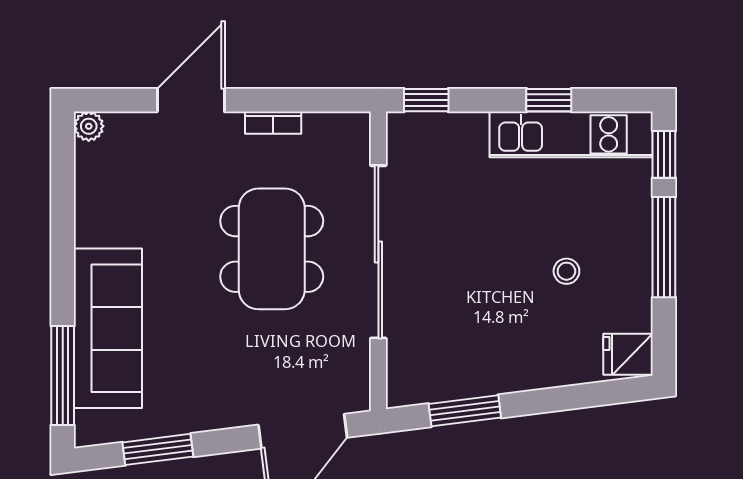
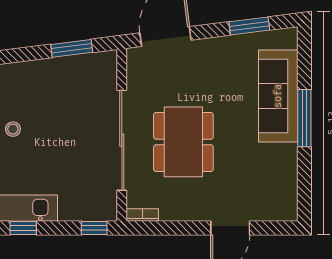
bookcase: (273, 123) -> (142, 215), moved
plant: (89, 126) -> (289, 213), removed
window: (63, 375) -> (304, 118), moved

